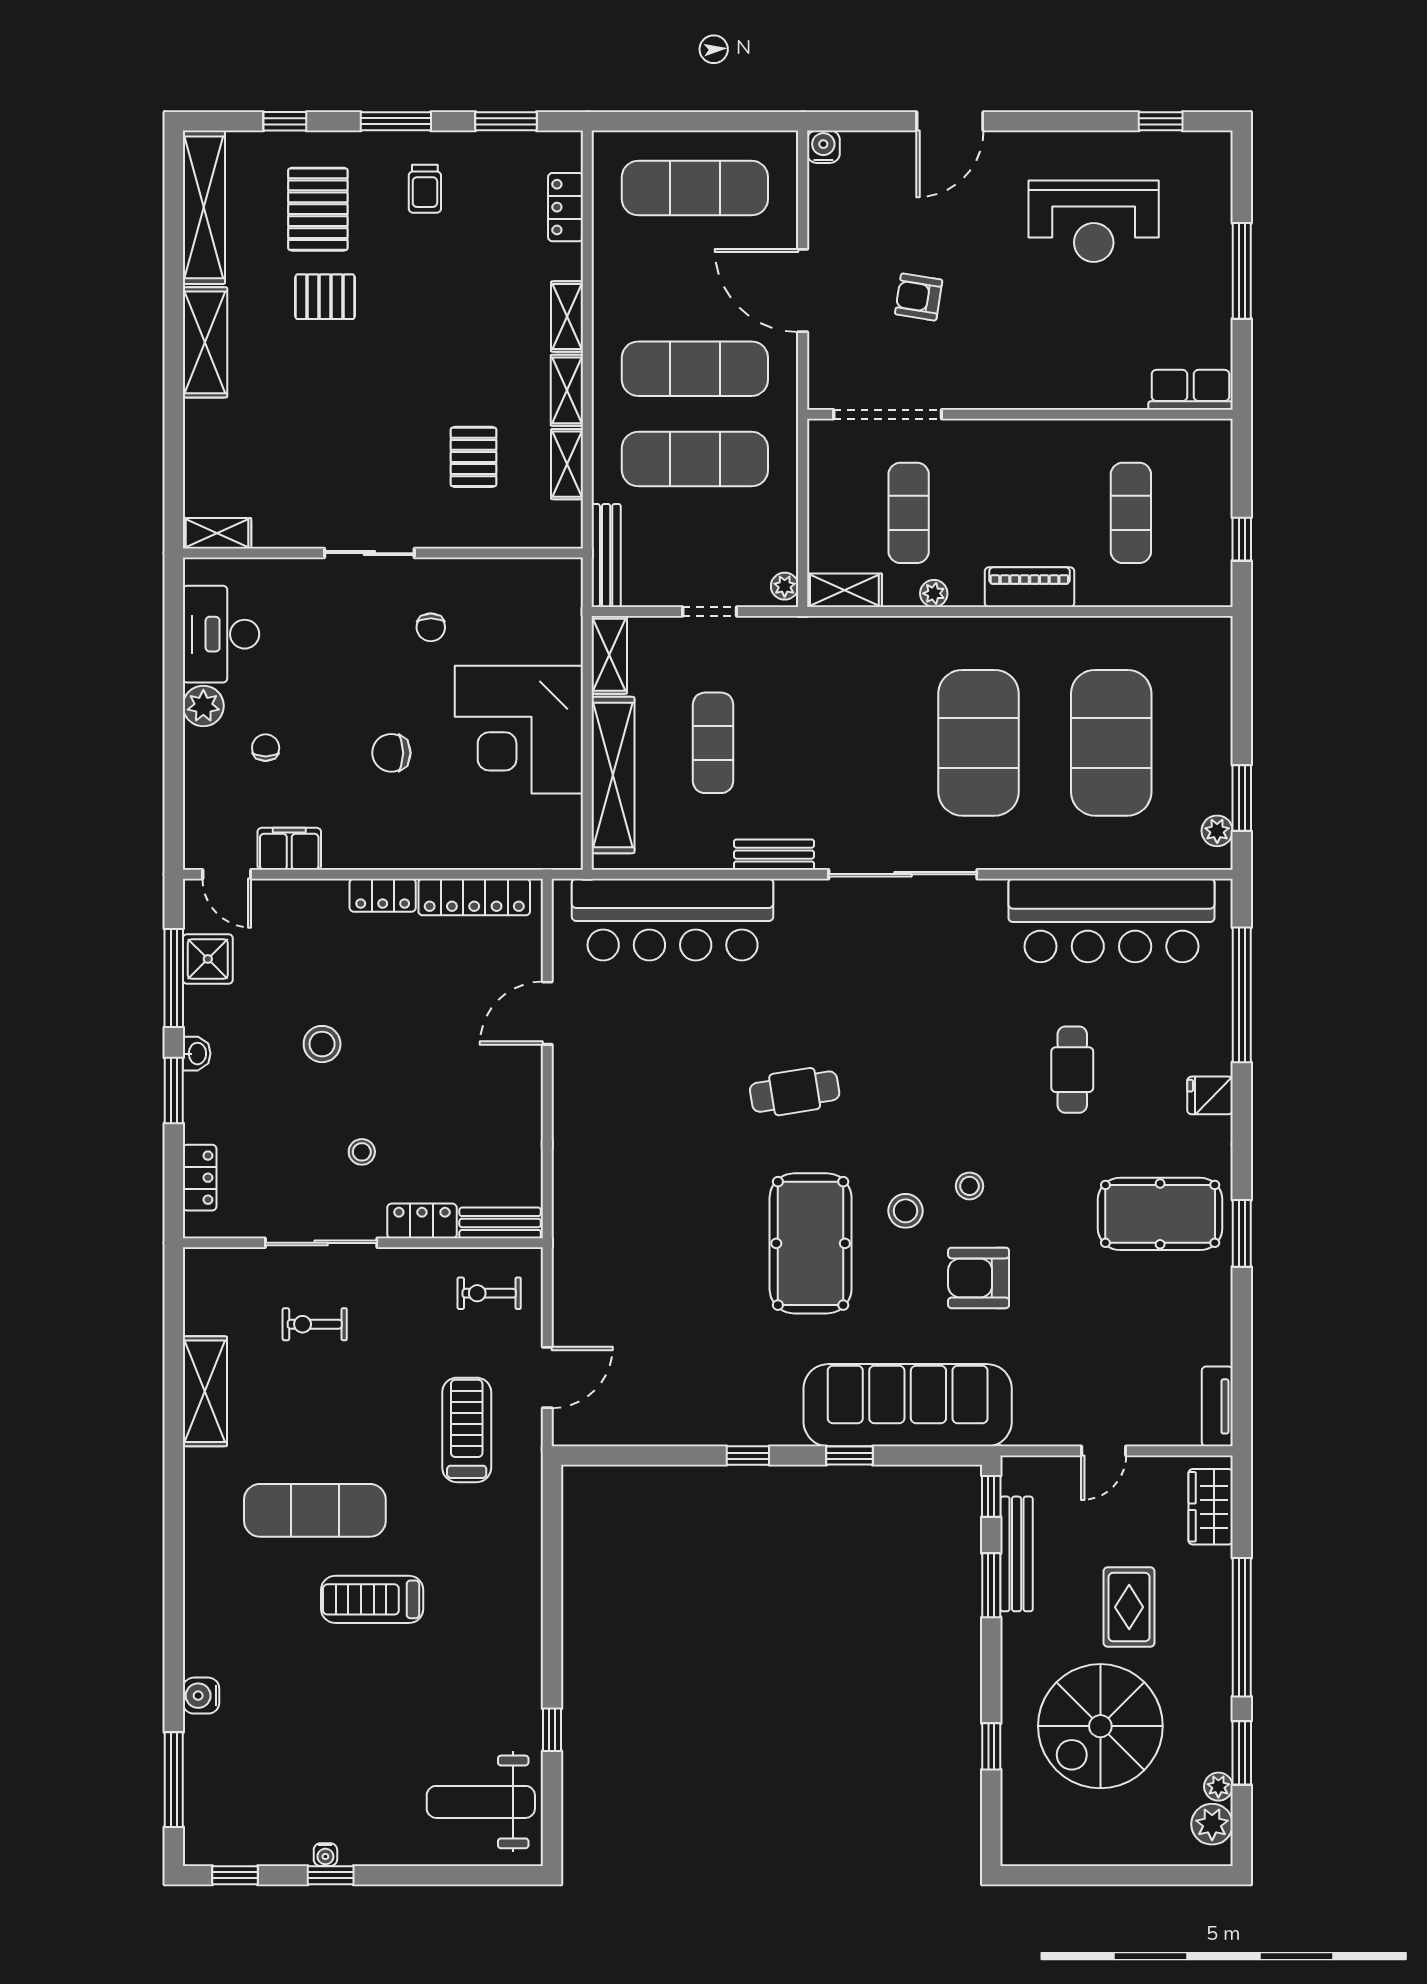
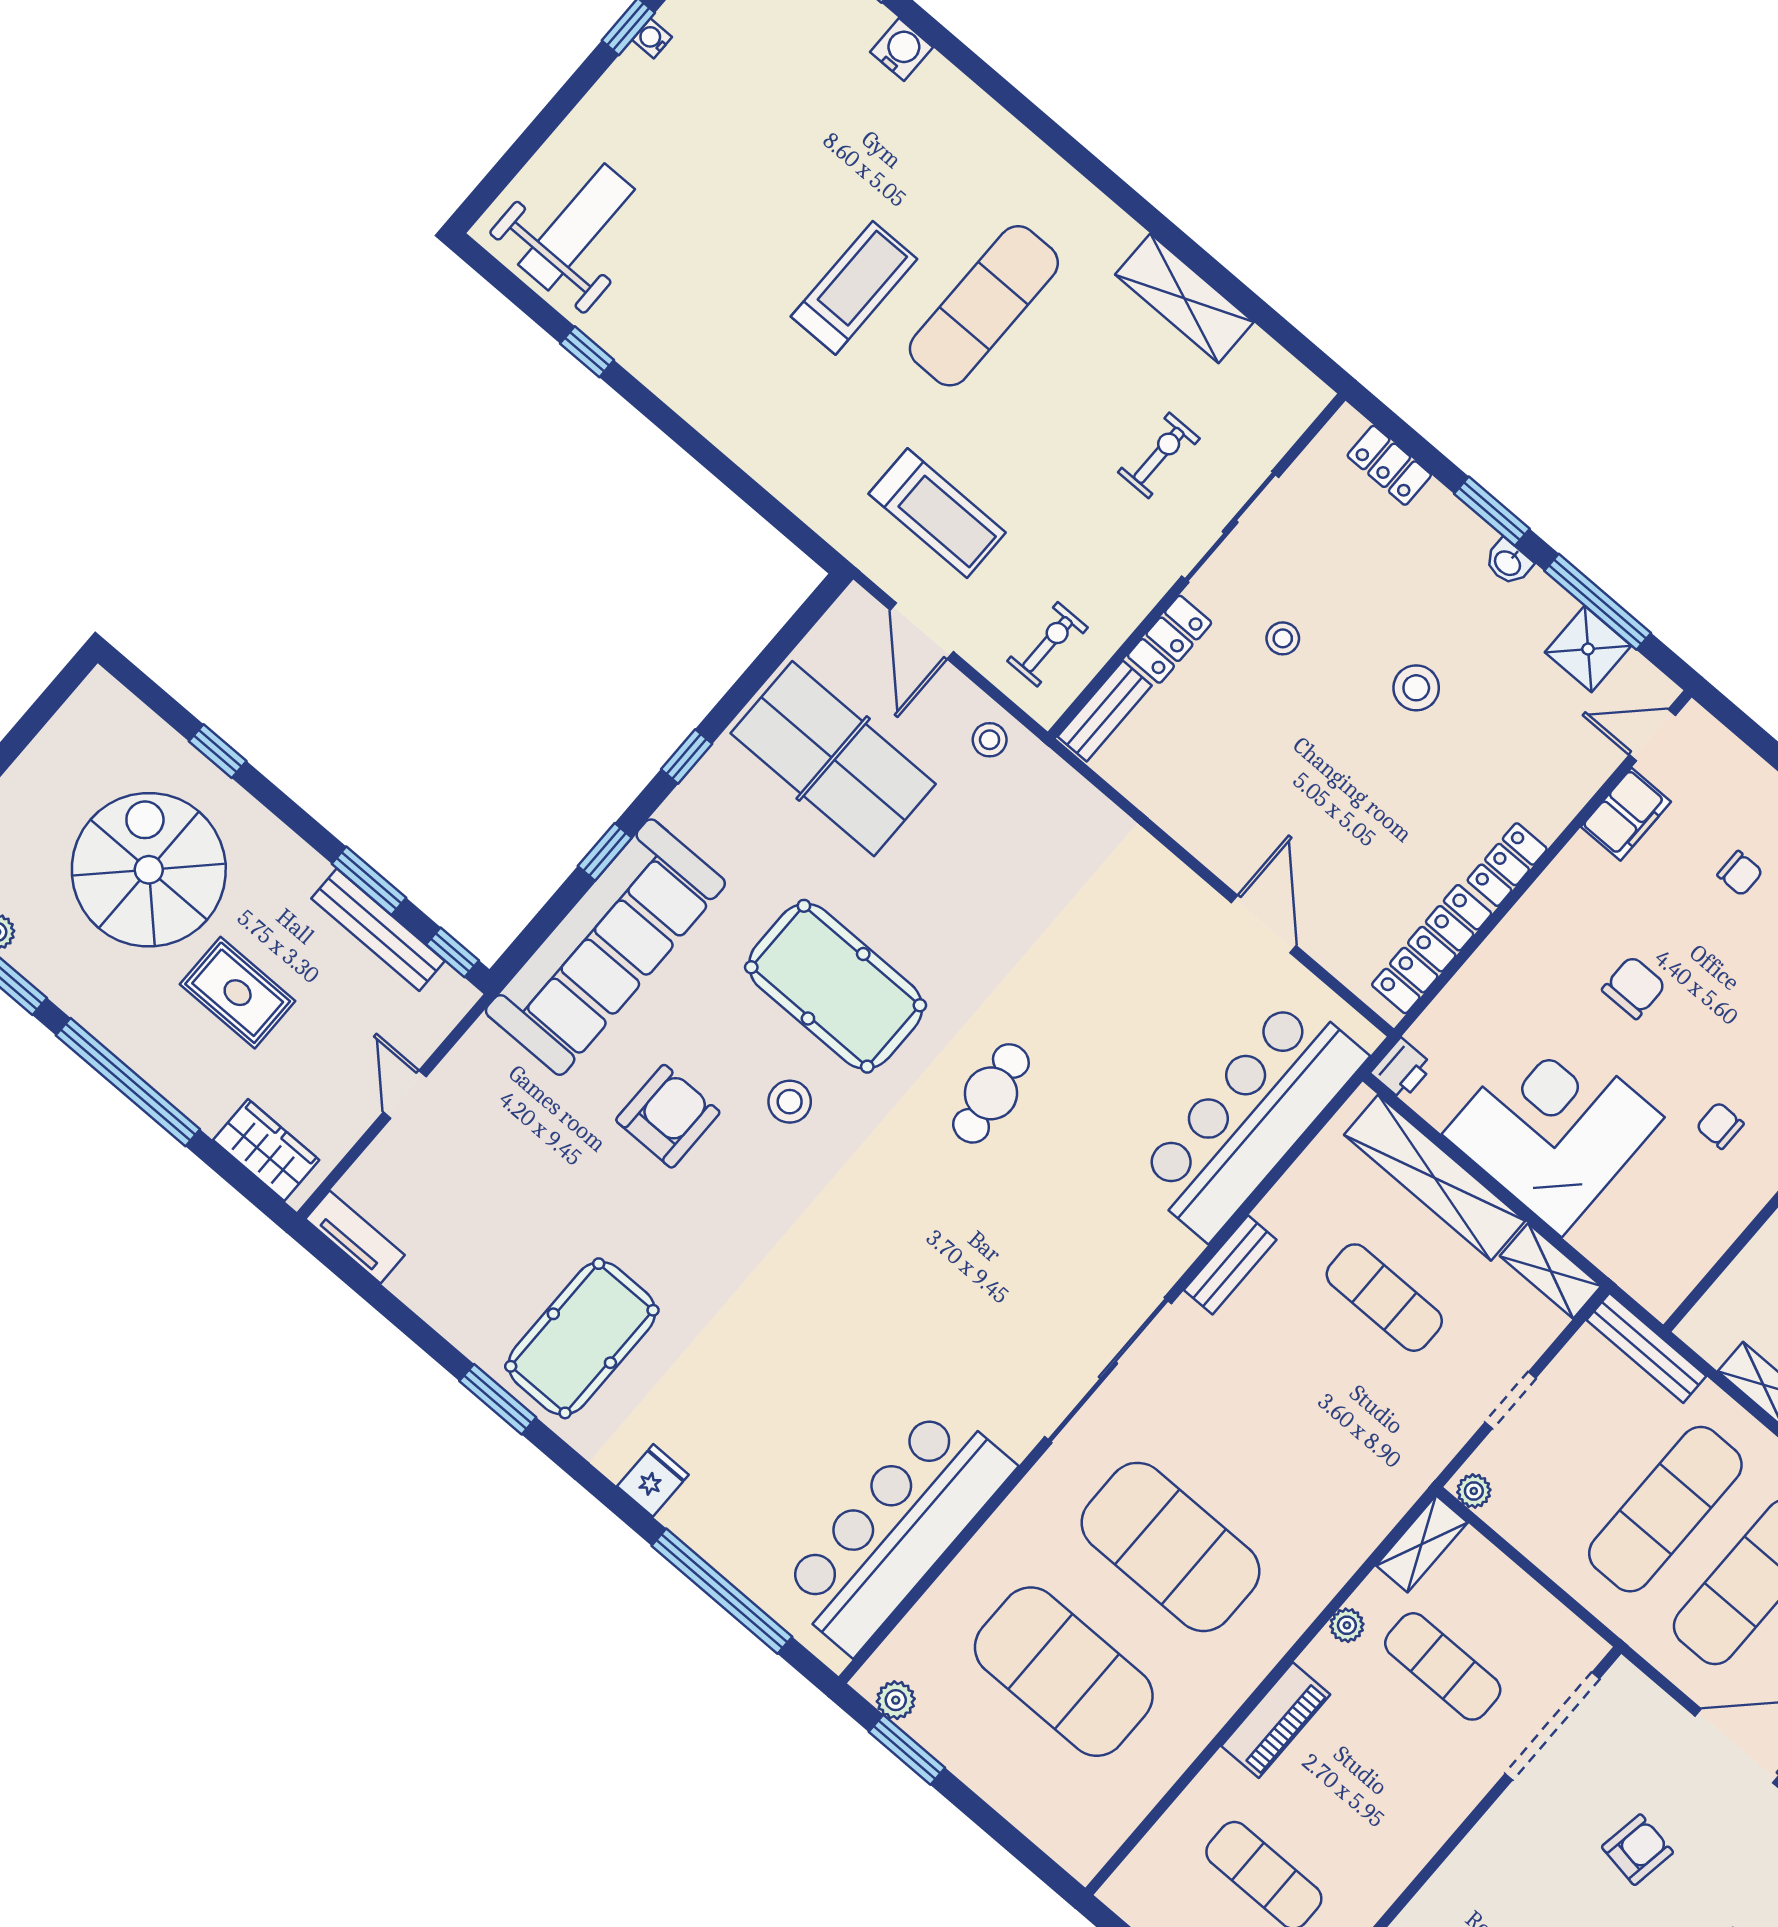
printer: (564, 852) -> (1402, 1069), added
cafe table: (1072, 1070) -> (788, 1372), removed
stool: (969, 1186) -> (990, 740), moved
table tennis table: (672, 1365) -> (833, 759), added

